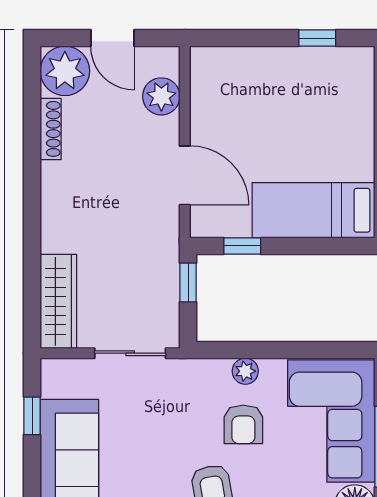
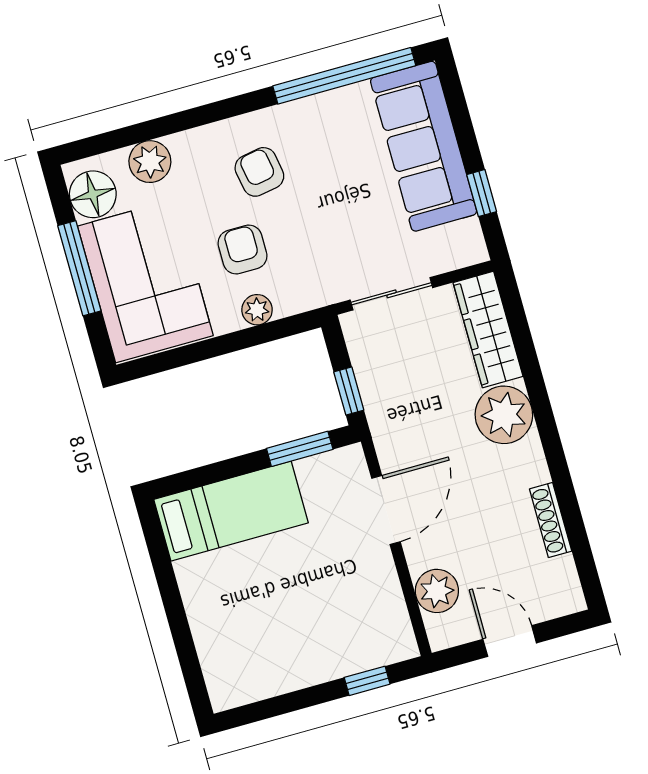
window: (317, 38) -> (367, 681), moved
plant: (65, 71) -> (504, 415), moved
door: (185, 175) -> (386, 510), swing flipped
window: (242, 246) -> (300, 449), width x1.50

